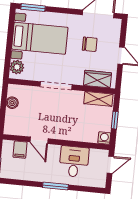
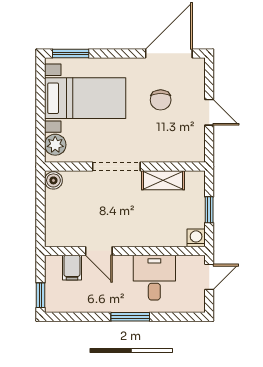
chair: (90, 44) -> (161, 100), turned 90
wardrobe: (97, 79) -> (177, 151), removed
shelving: (98, 99) -> (163, 180), moved
boiler: (12, 103) -> (53, 180), moved

